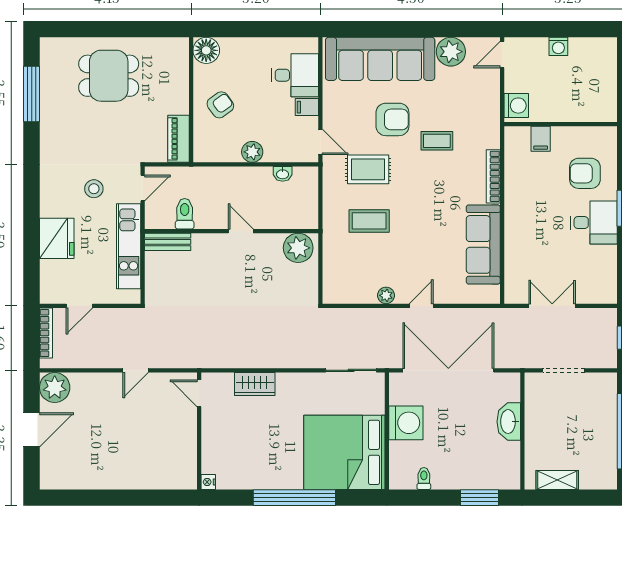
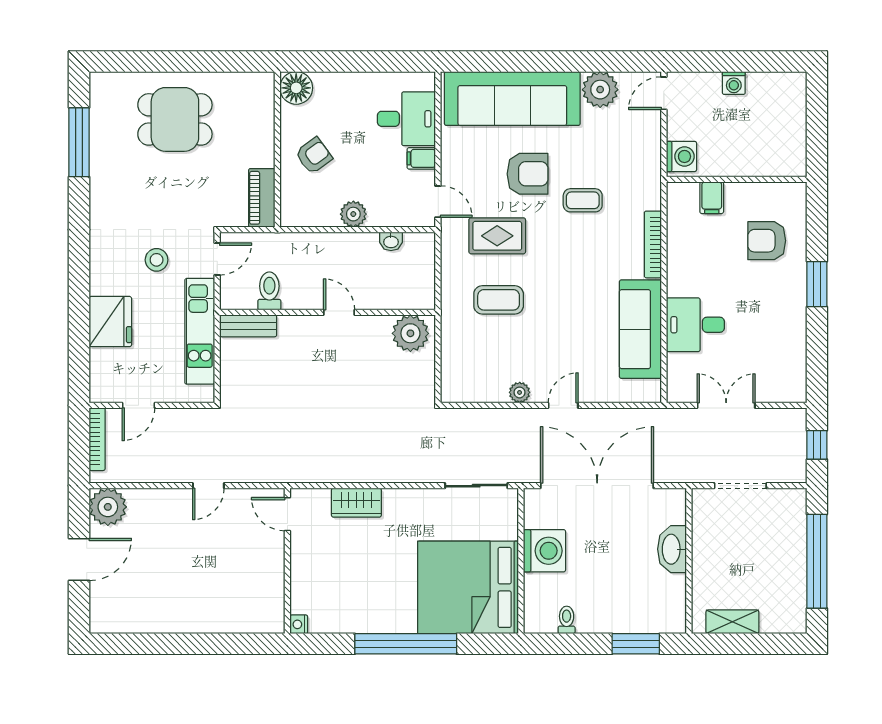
desk: (594, 223) -> (695, 325), moved, turned 180

